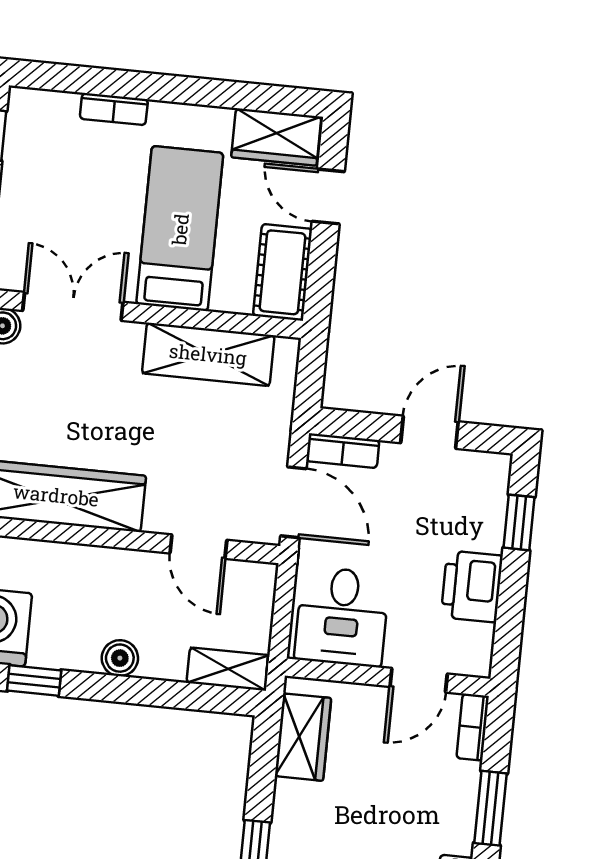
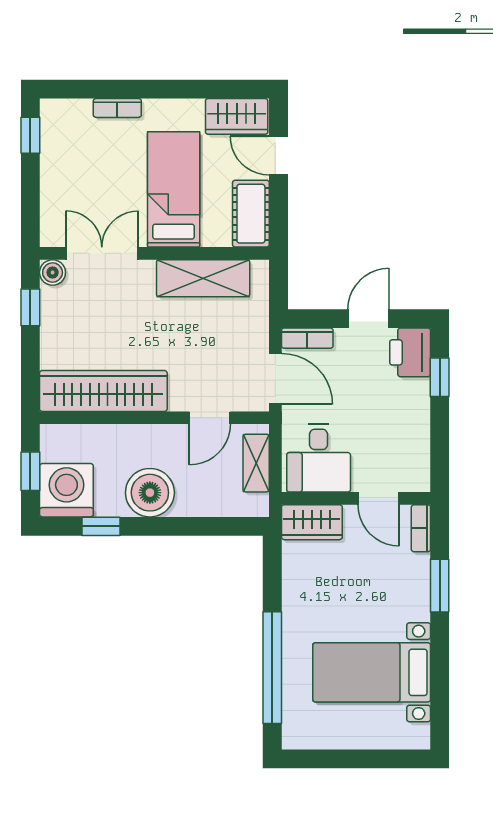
door: (198, 547) -> (210, 418), hinge flipped
printer: (472, 586) -> (410, 352), moved
boiler: (120, 658) -> (150, 493), width x1.86, depth x1.86
shelving: (228, 669) -> (256, 463), moved, turned 90
door: (419, 680) -> (379, 498), hinge flipped
wardrobe: (303, 737) -> (312, 522), moved, turned 90

